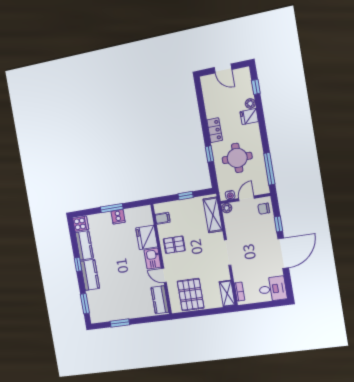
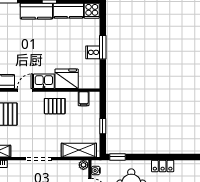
window: (209, 154) -> (118, 157), moved
pallet: (174, 245) -> (55, 106), turned 90

